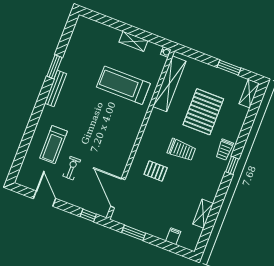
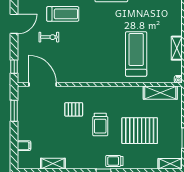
shelving: (169, 84) -> (160, 93), width x0.68
treadmill: (53, 145) -> (63, 14), turned 180
pallet: (156, 171) -> (74, 109), turned 90
door: (118, 193) -> (43, 84), hinge flipped

